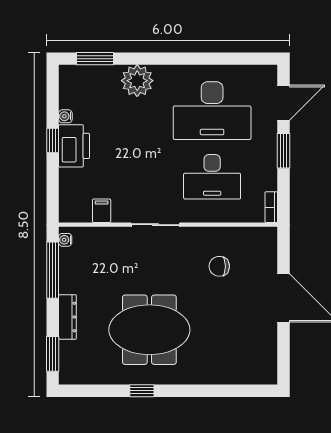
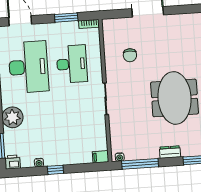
printer: (74, 146) -> (13, 162), moved, width x0.53, depth x0.68
window: (283, 151) -> (66, 18), moved
filing cabinet: (102, 211) -> (101, 157), moved
dresser: (67, 317) -> (170, 152), width x0.70

